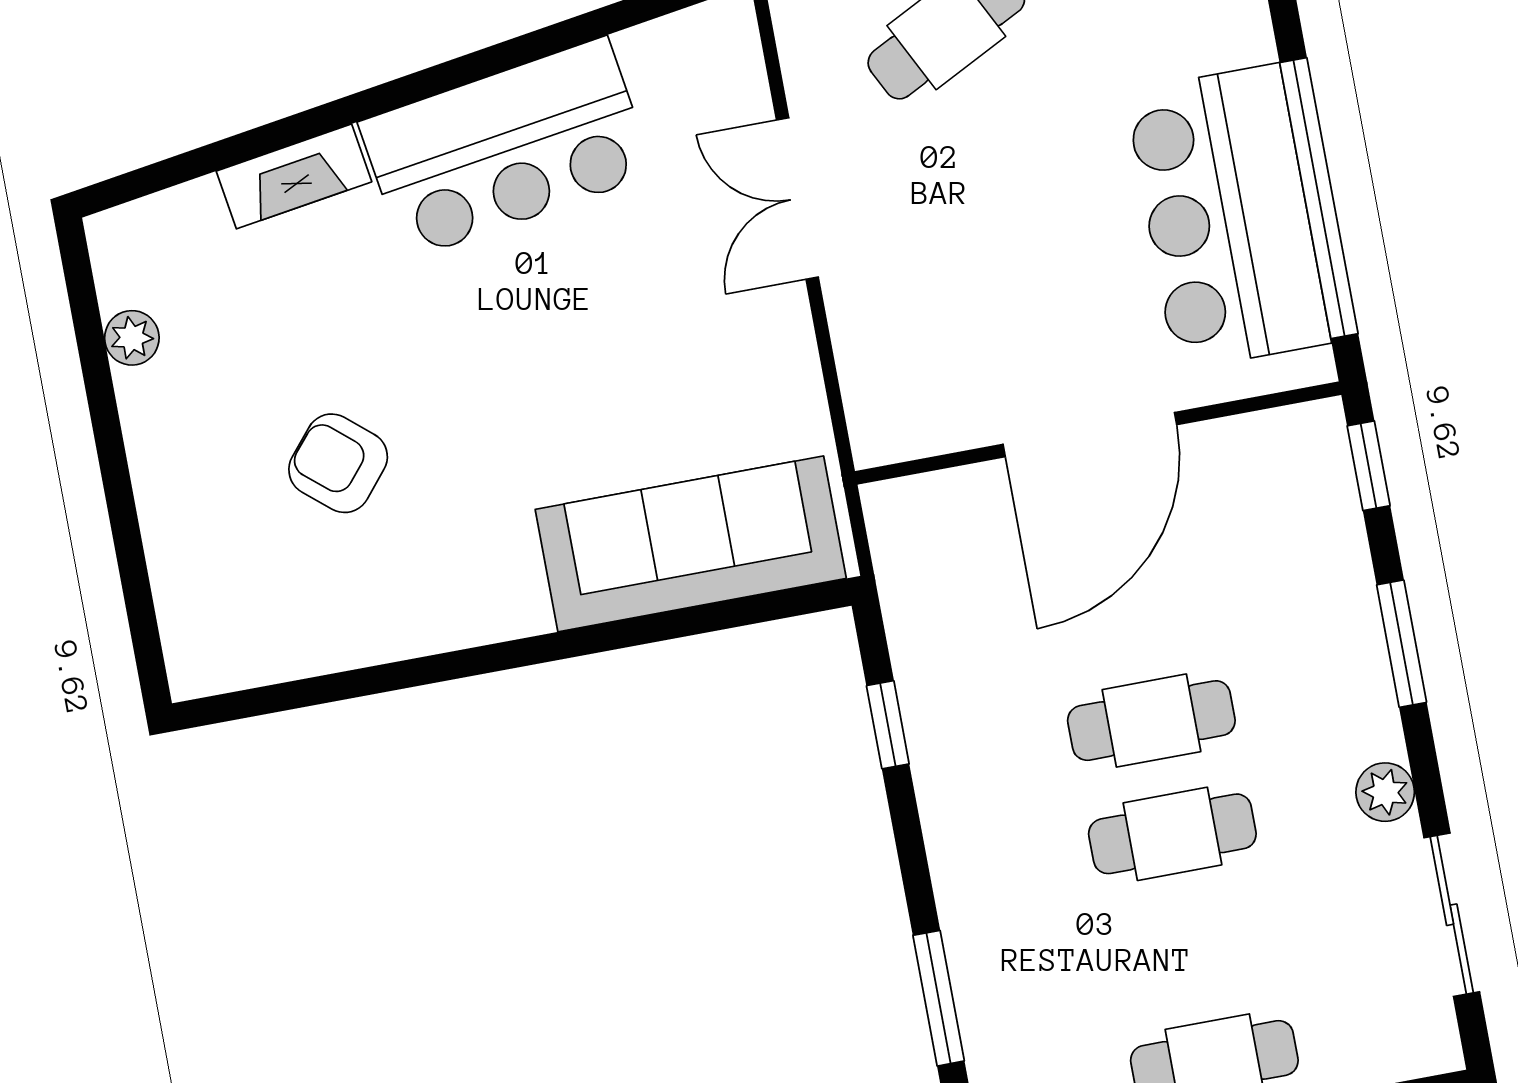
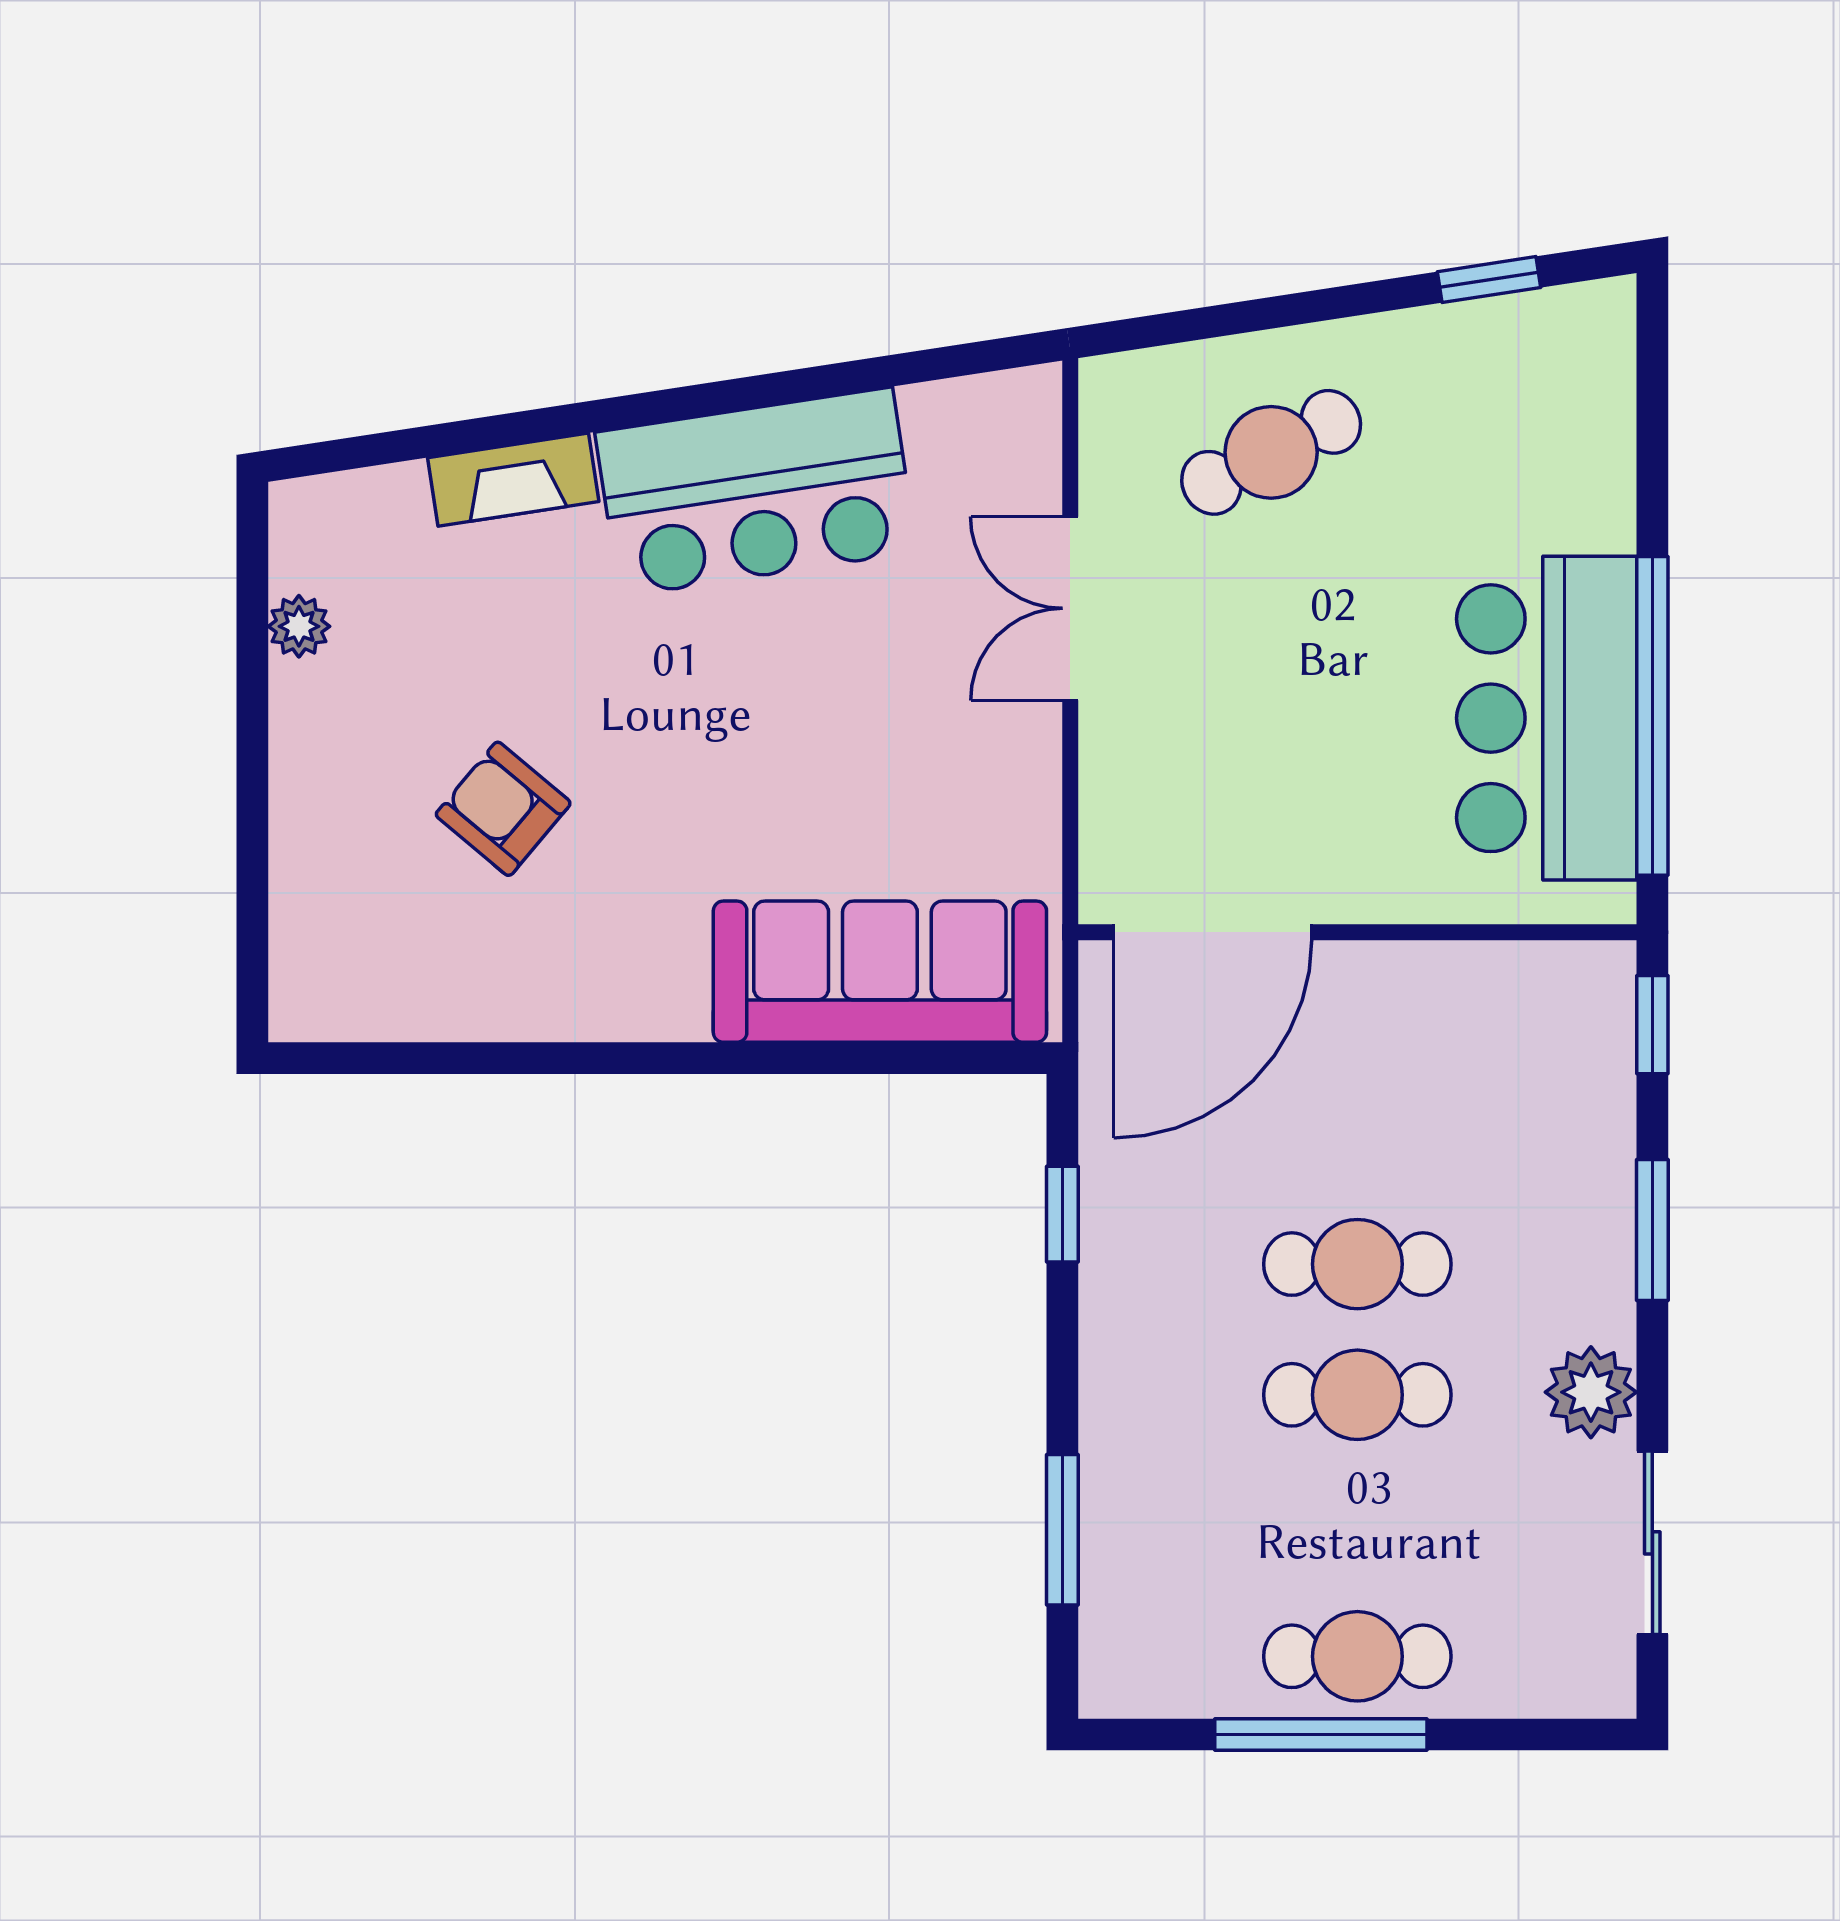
door: (1090, 435) -> (1213, 932), moved
plant: (1385, 792) -> (1591, 1392), width x1.38, depth x1.38

